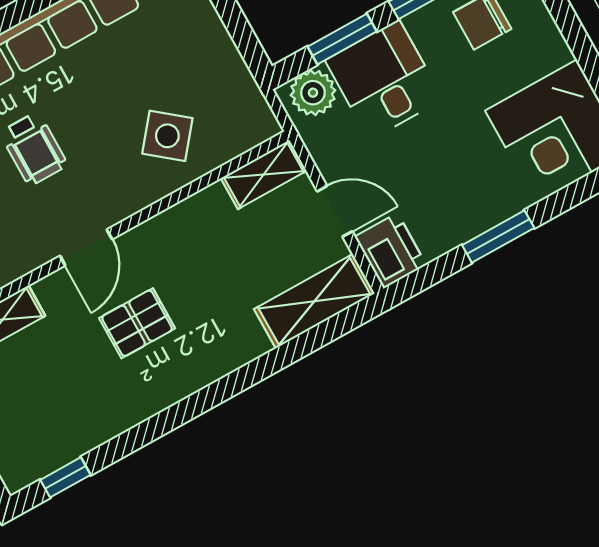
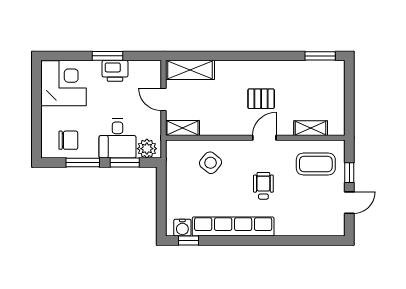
printer: (390, 251) -> (115, 71), moved, turned -90
window: (66, 477) -> (320, 56), width x1.50

